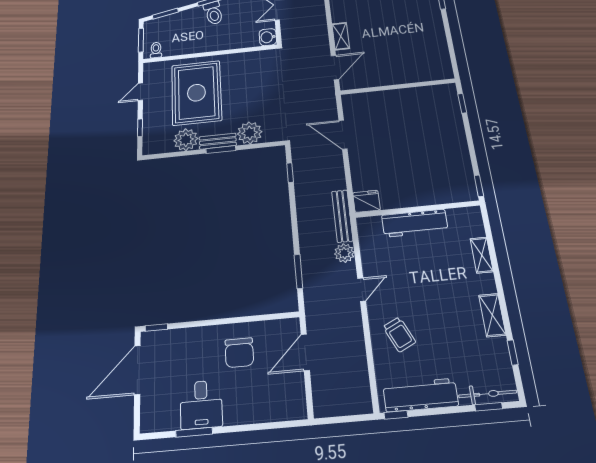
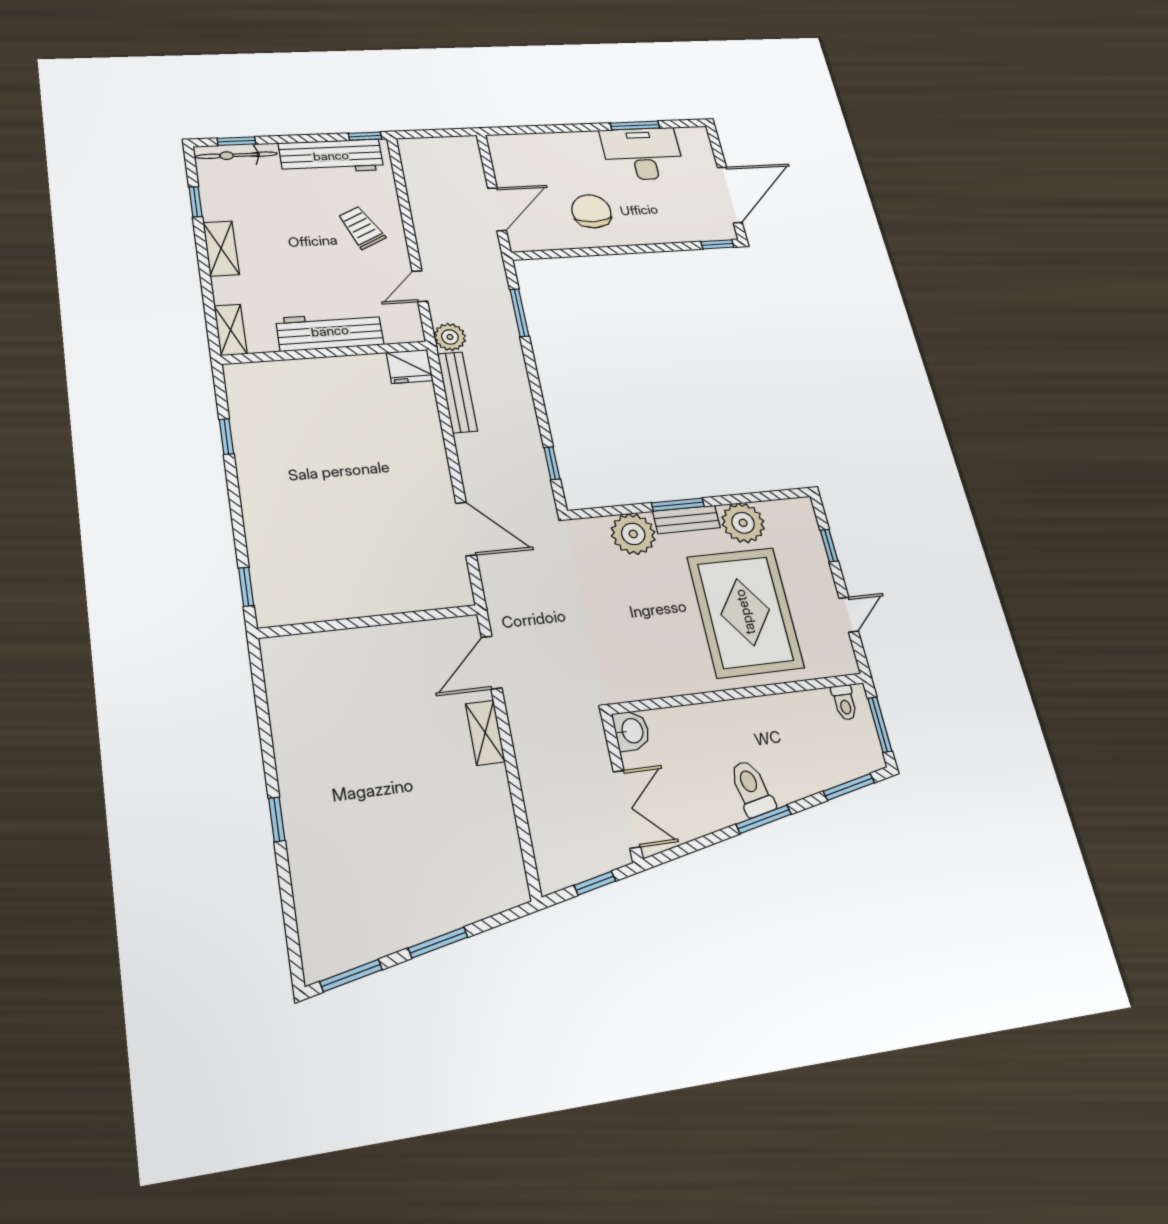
fridge: (366, 201) -> (410, 366), moved
wall: (417, 209) -> (325, 353), moved
workbench: (415, 223) -> (330, 331), moved
desk: (201, 405) -> (643, 154), width x1.37

